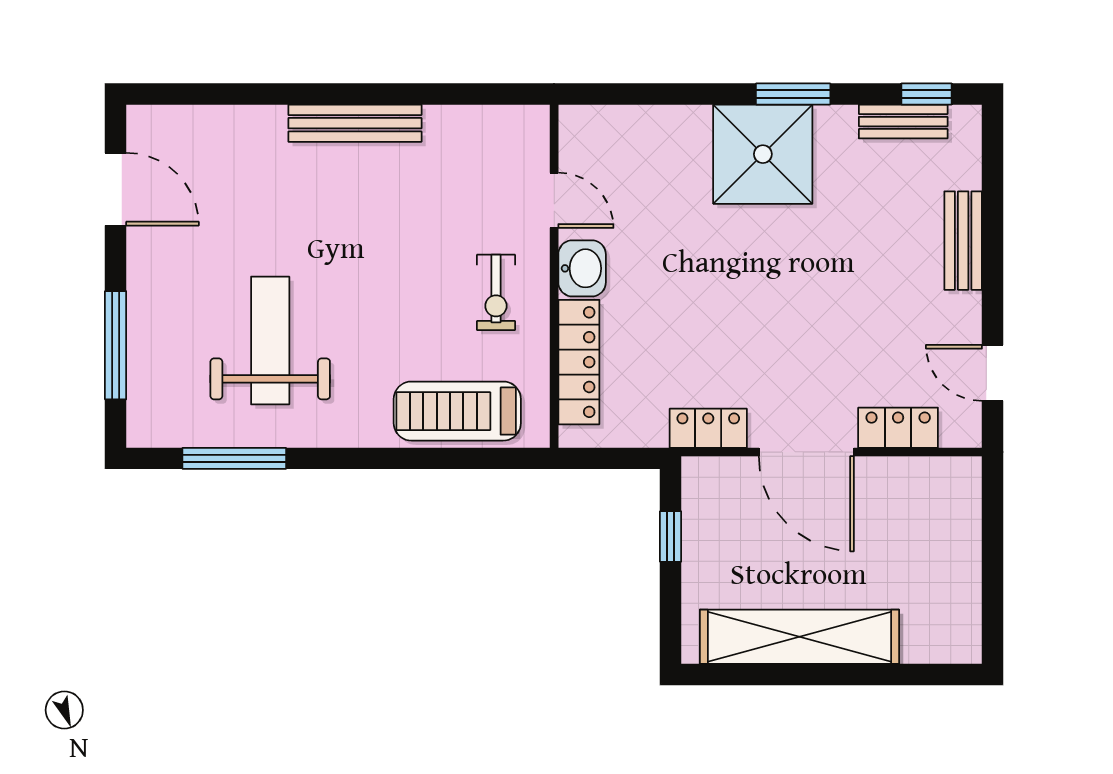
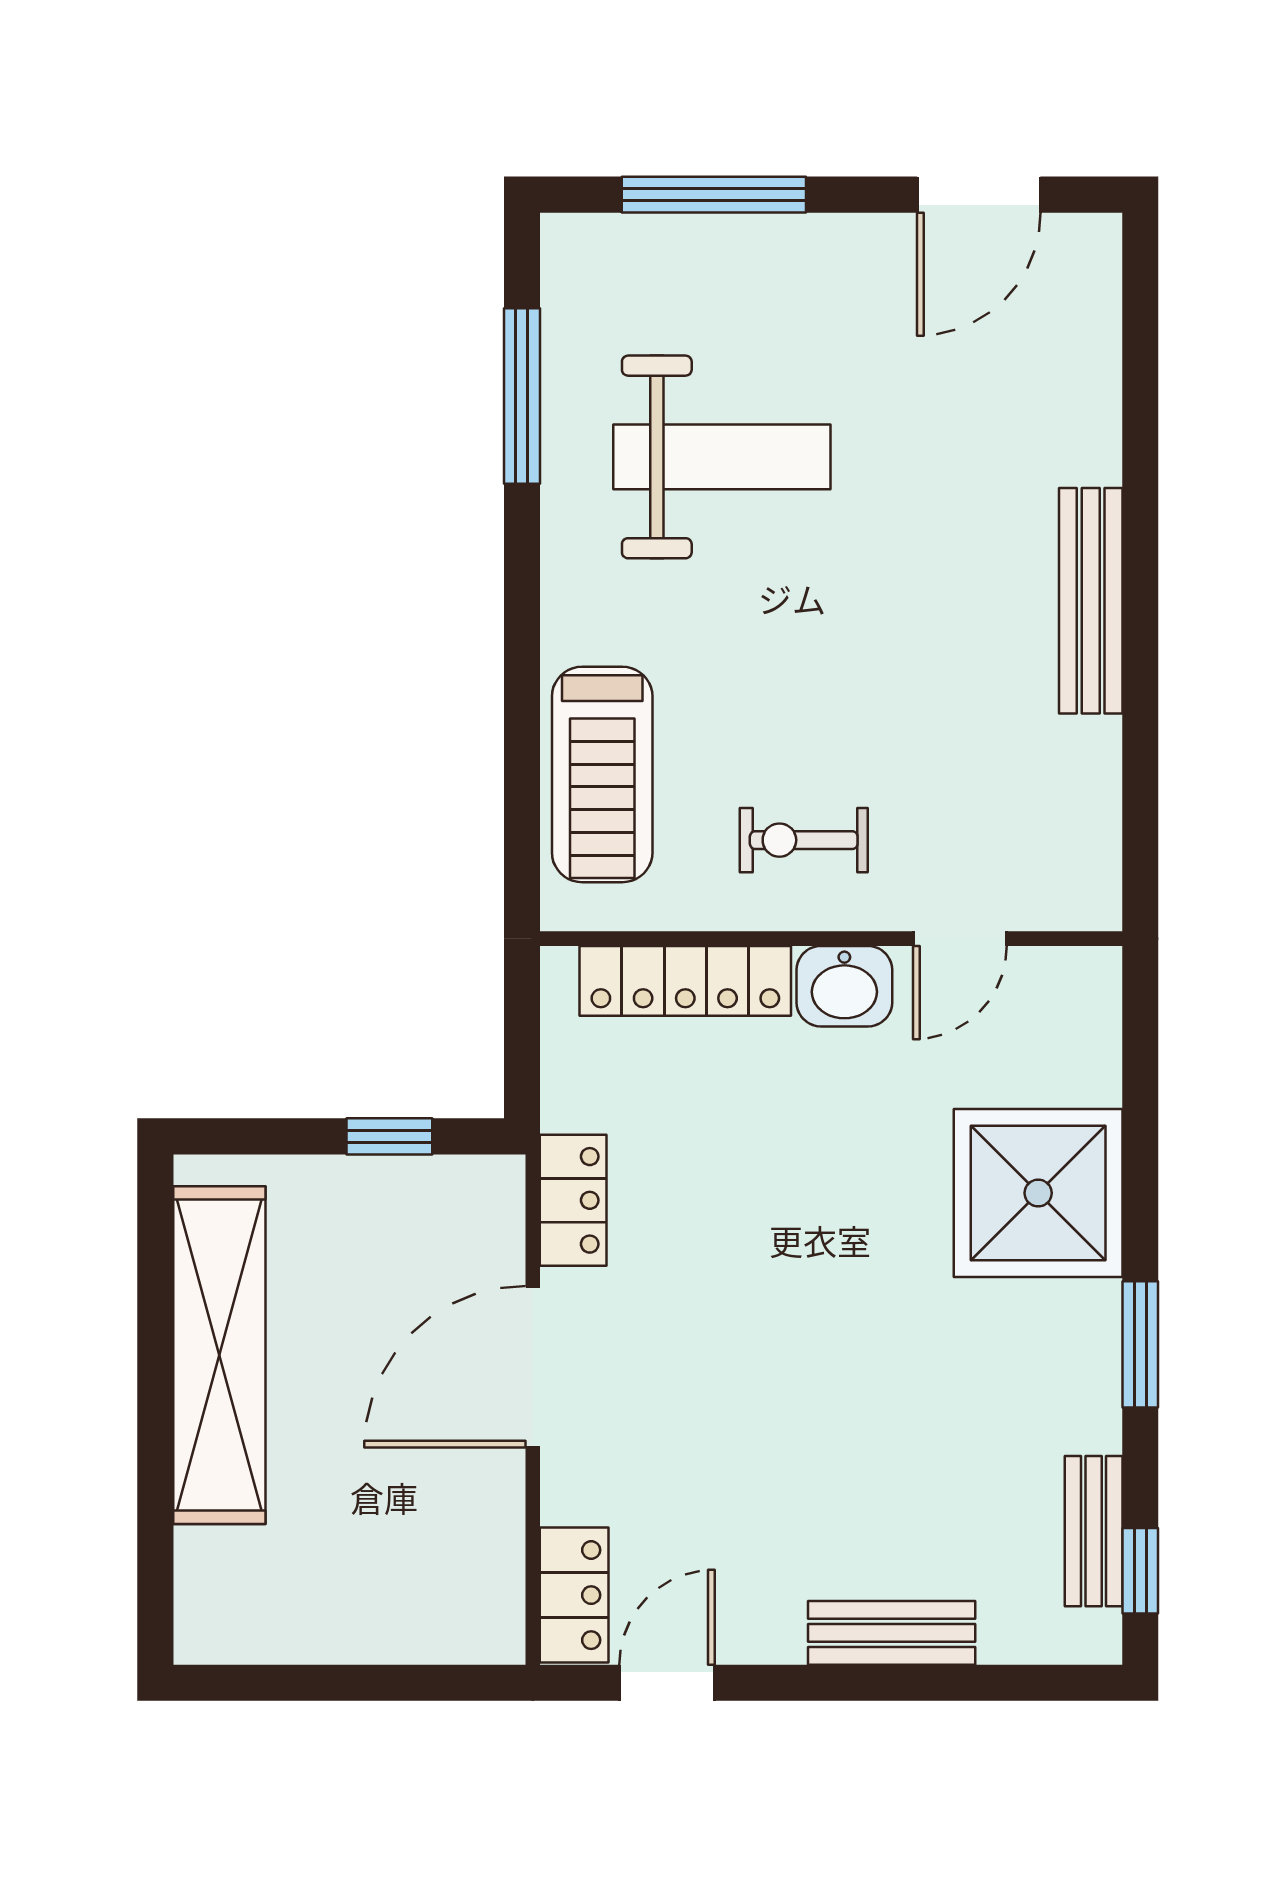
shower: (763, 154) -> (1038, 1193), moved
treadmill: (457, 411) -> (602, 774), turned 180
locker: (898, 428) -> (574, 1595), moved

